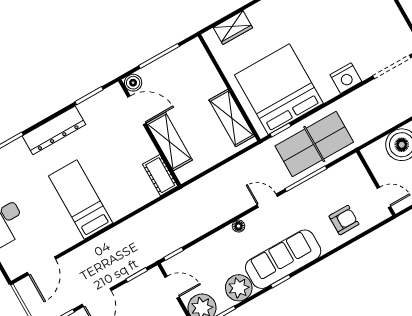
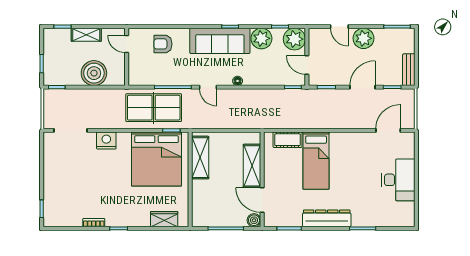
cot: (160, 175) -> (288, 140), moved, turned 90
bed: (81, 200) -> (316, 161), moved

